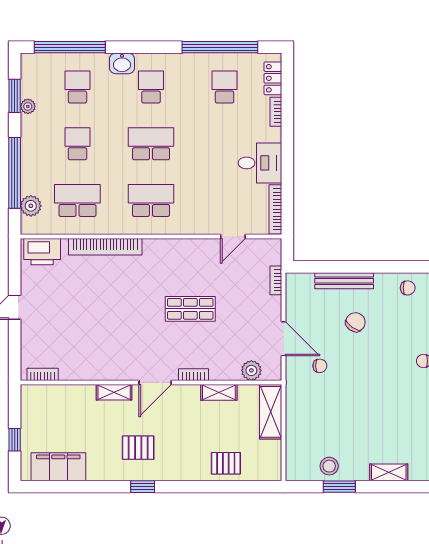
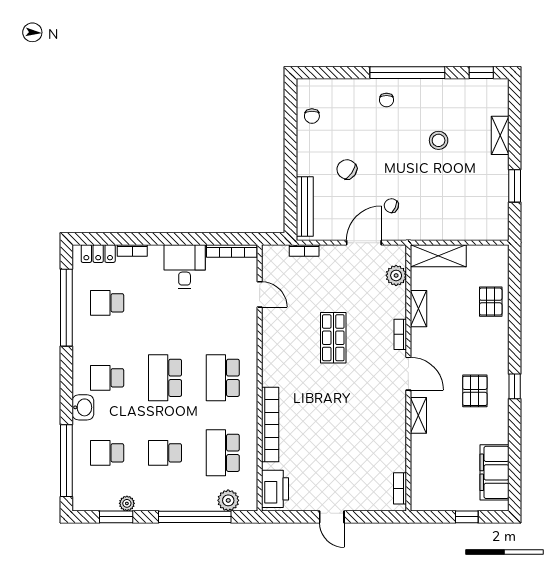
bench: (344, 281) -> (305, 207), moved
chair: (408, 288) -> (312, 116), turned 180
chair: (320, 366) -> (391, 206), turned -65
stool: (329, 466) -> (439, 140), moved

